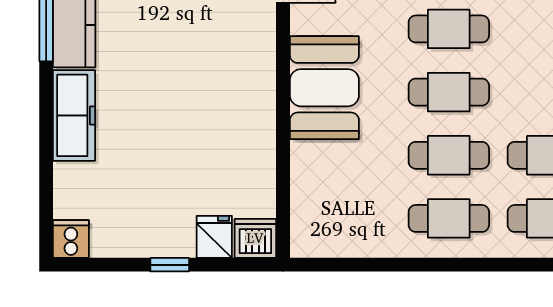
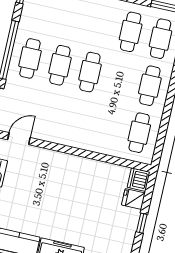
booth: (324, 88) -> (74, 131), removed
cafe table: (449, 155) -> (139, 133), moved

